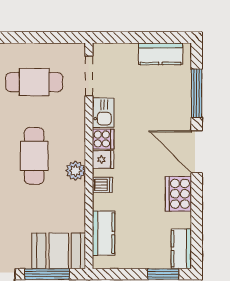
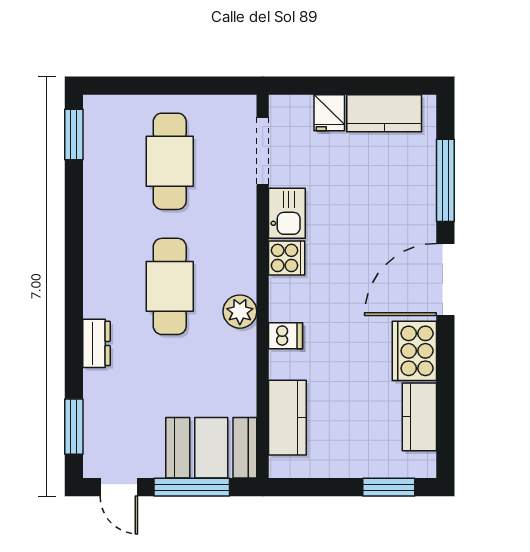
cafe table: (34, 82) -> (170, 161), turned 90
door: (197, 152) -> (445, 280), hinge flipped
fridge: (103, 159) -> (329, 113), moved, turned 90
kitchen counter: (181, 249) -> (419, 417), moved

